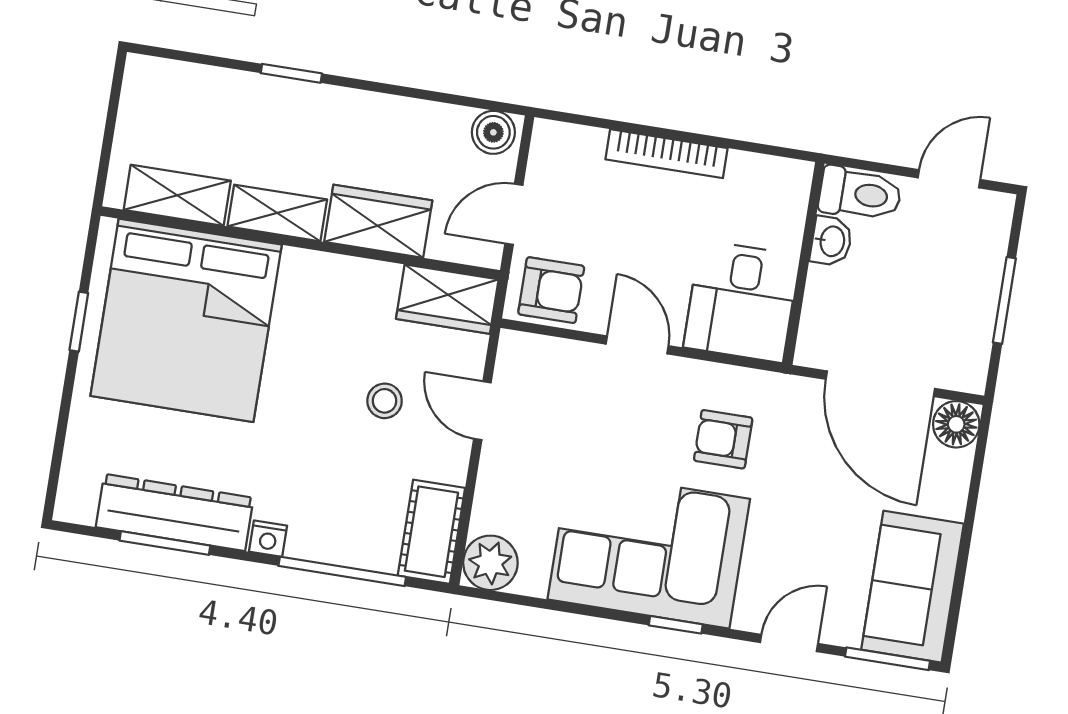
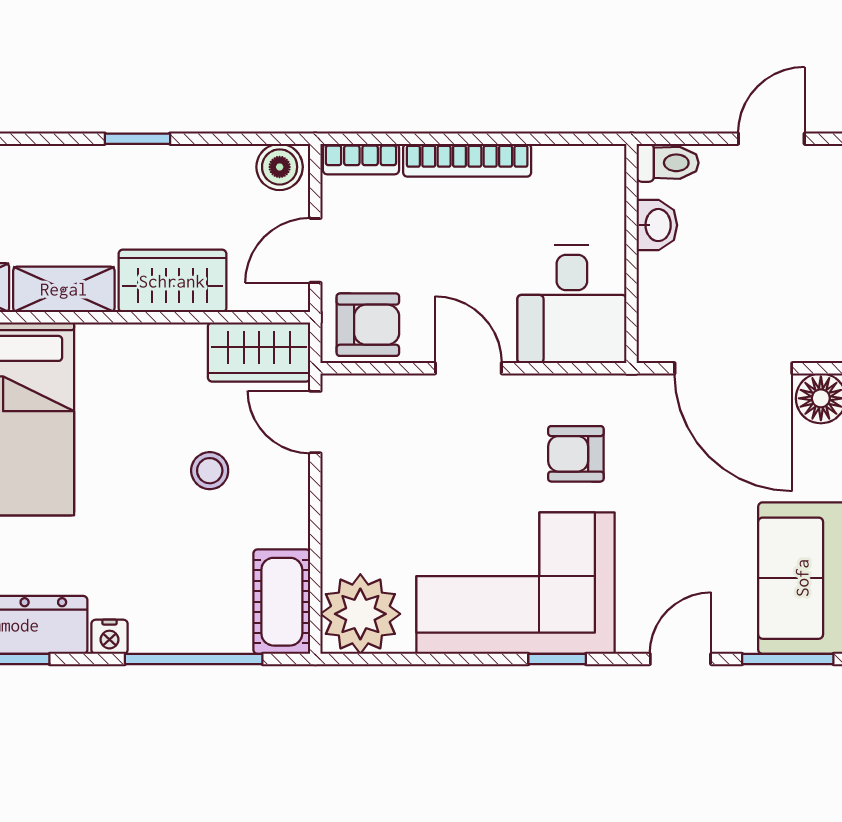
window: (291, 73) -> (137, 139), moved
bookcase: (569, 137) -> (361, 159), added
toilet: (860, 194) -> (668, 163), width x0.73, depth x0.72
door: (482, 411) -> (315, 422), moved
plant: (490, 563) -> (360, 614), width x1.36, depth x1.36

